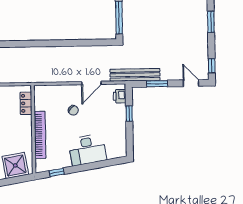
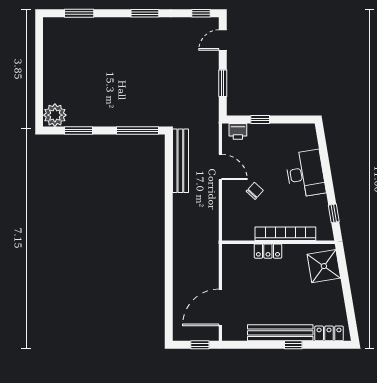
bench: (135, 75) -> (180, 161), moved
locker: (26, 103) -> (268, 251), moved

